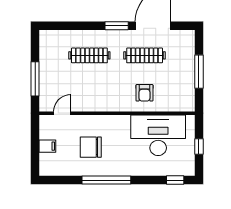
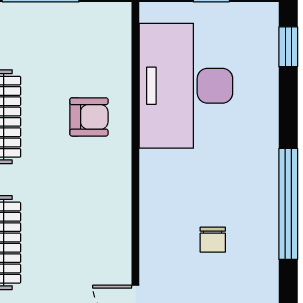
chair: (91, 147) -> (213, 240), width x0.54, depth x0.54

